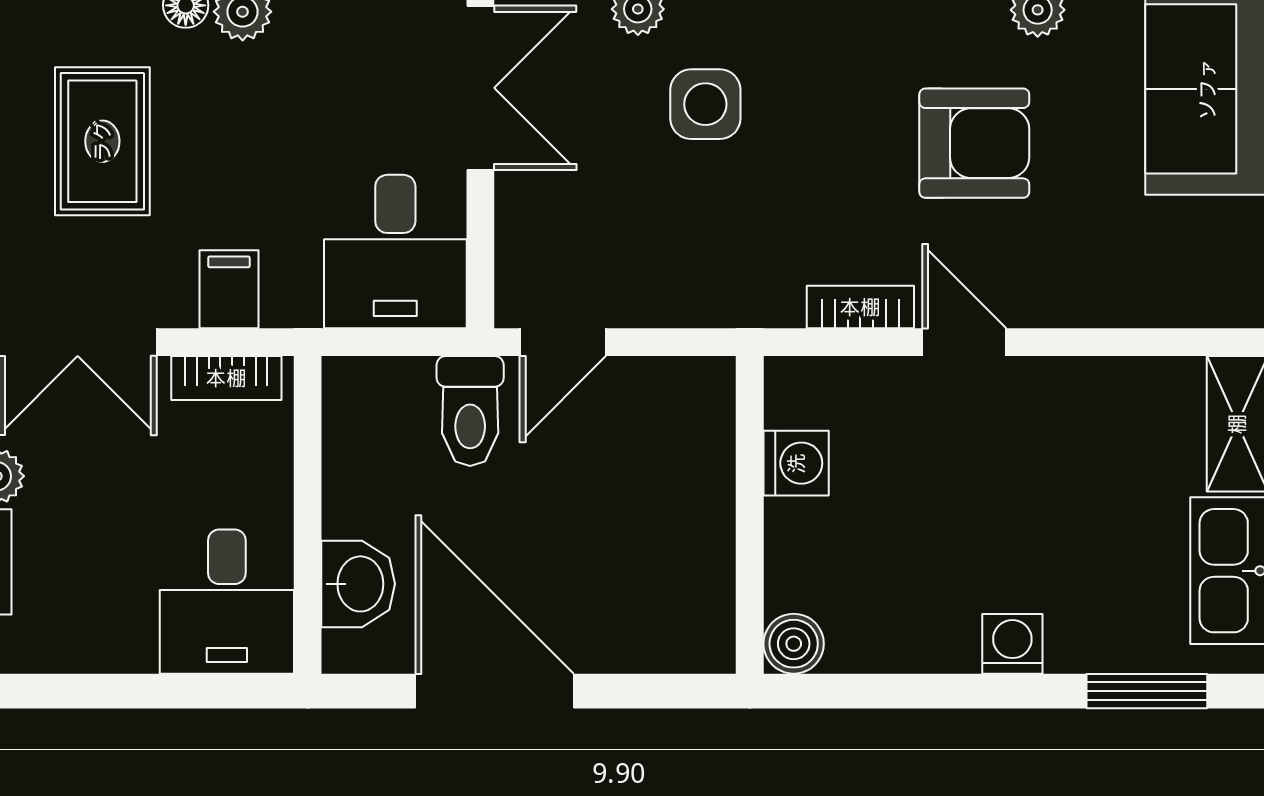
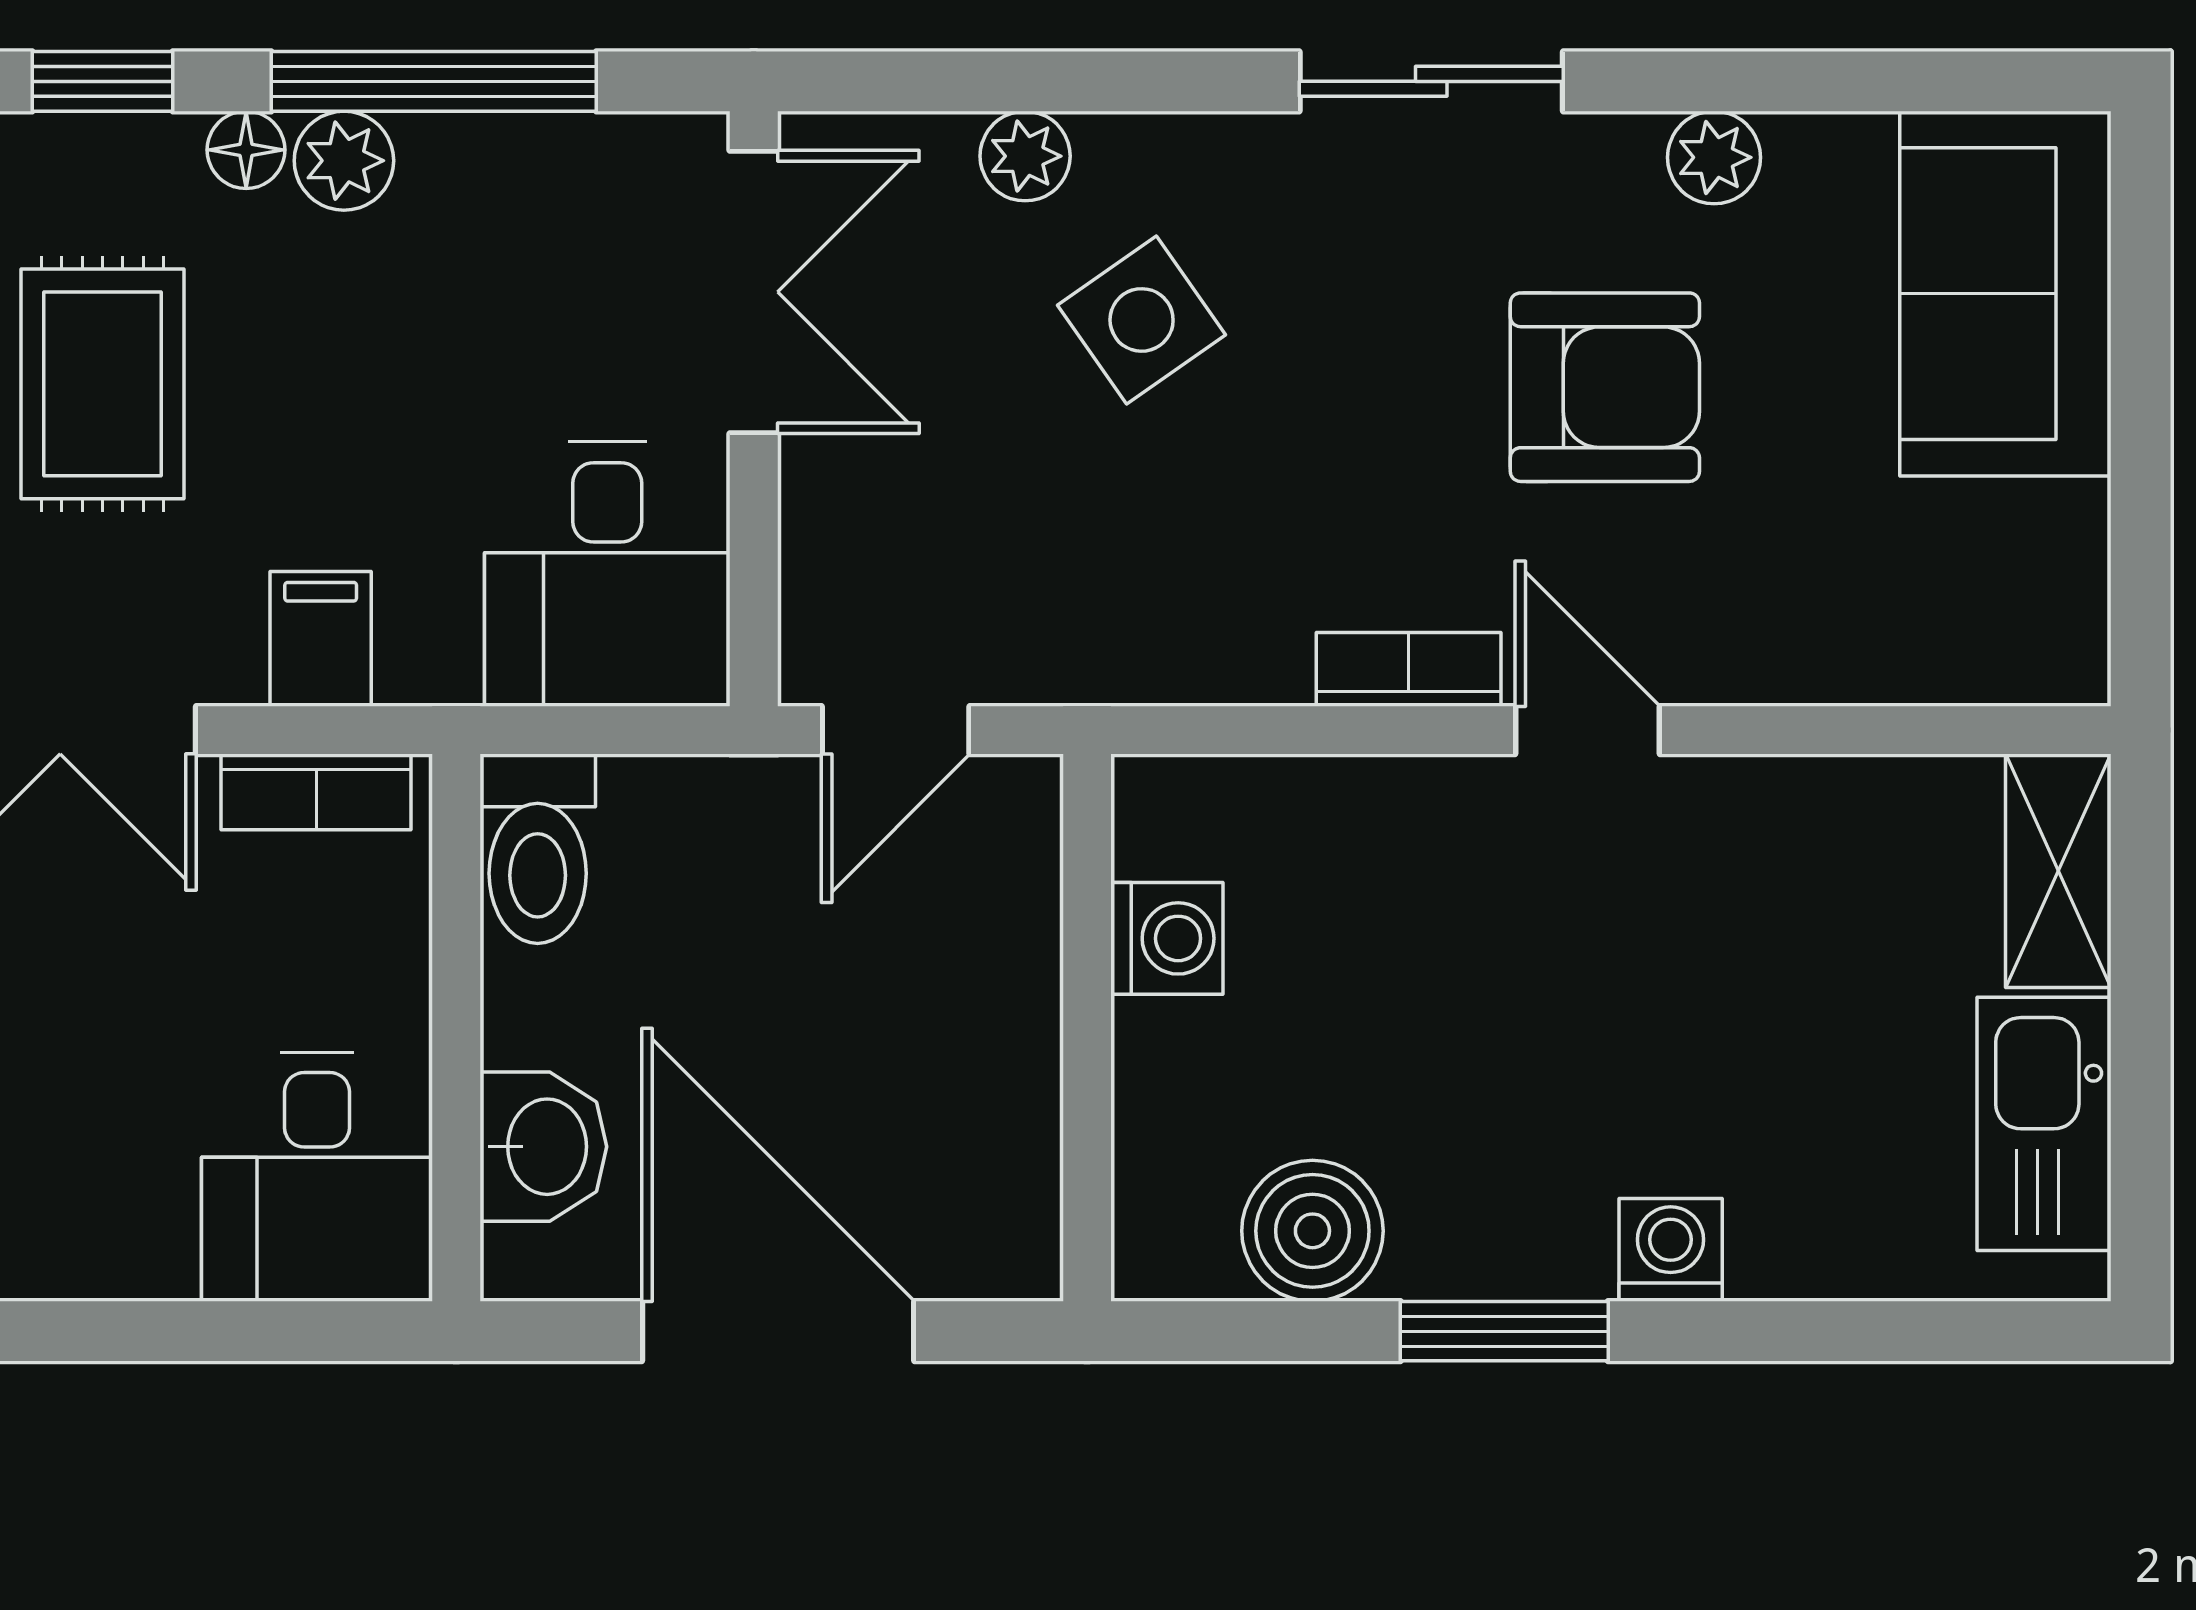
side table: (705, 104) -> (1142, 320), turned -35
toilet: (470, 411) -> (538, 849), moved
washing machine: (796, 463) -> (1167, 938), moved
wall: (750, 515) -> (1087, 1028), moved
boiler: (794, 644) -> (1312, 1231), width x1.36, depth x1.36
window: (1147, 691) -> (1504, 1331), moved

